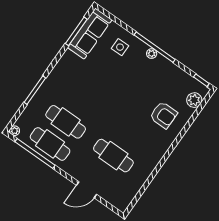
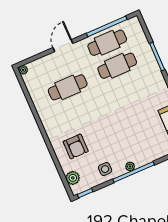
side table: (120, 47) -> (105, 169), moved
armchair: (164, 115) -> (76, 146), turned -90
plant: (15, 131) -> (23, 70), moved
door: (86, 190) -> (63, 46), moved

